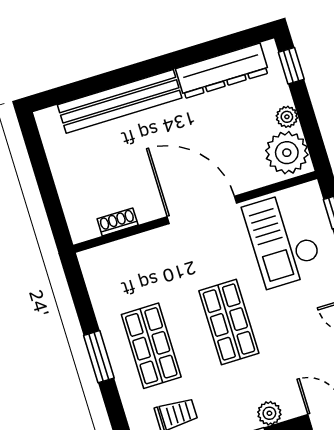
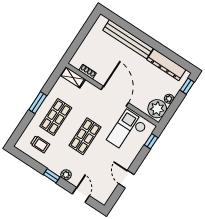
shelving: (106, 257) -> (73, 77), added

